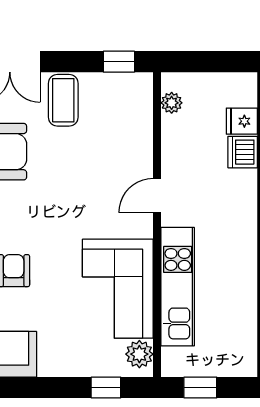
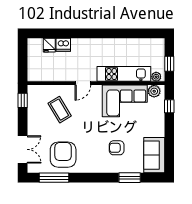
coffee table: (63, 100) -> (60, 110), moved, turned 59
plant: (172, 103) -> (156, 77), moved
door: (157, 195) -> (83, 83), hinge flipped

